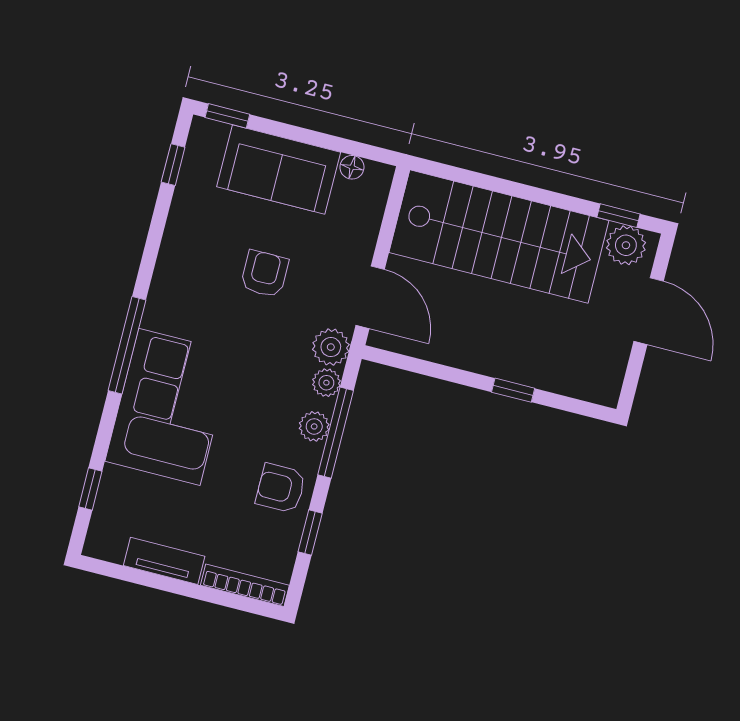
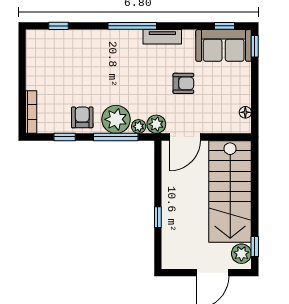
sofa: (279, 169) -> (224, 45), moved, turned -90
corner sofa: (169, 407) -> (108, 54), removed
plant: (314, 426) -> (116, 119), width x1.87, depth x1.87
tv unit: (164, 561) -> (162, 37), moved, turned 90

